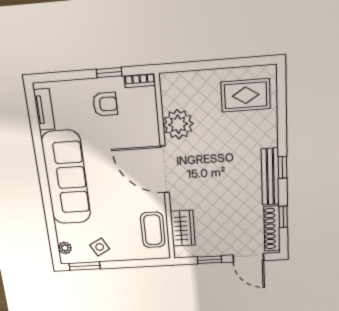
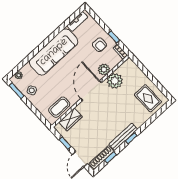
plant: (148, 127) -> (104, 69), added

